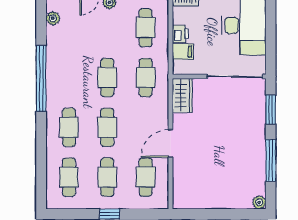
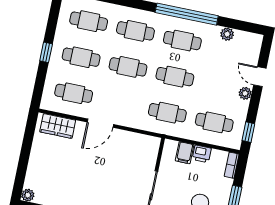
plant: (53, 18) -> (227, 34), moved
cafe table: (69, 78) -> (182, 41), added
wardrobe: (182, 96) -> (58, 126), moved
door: (170, 144) -> (100, 123), swing flipped

